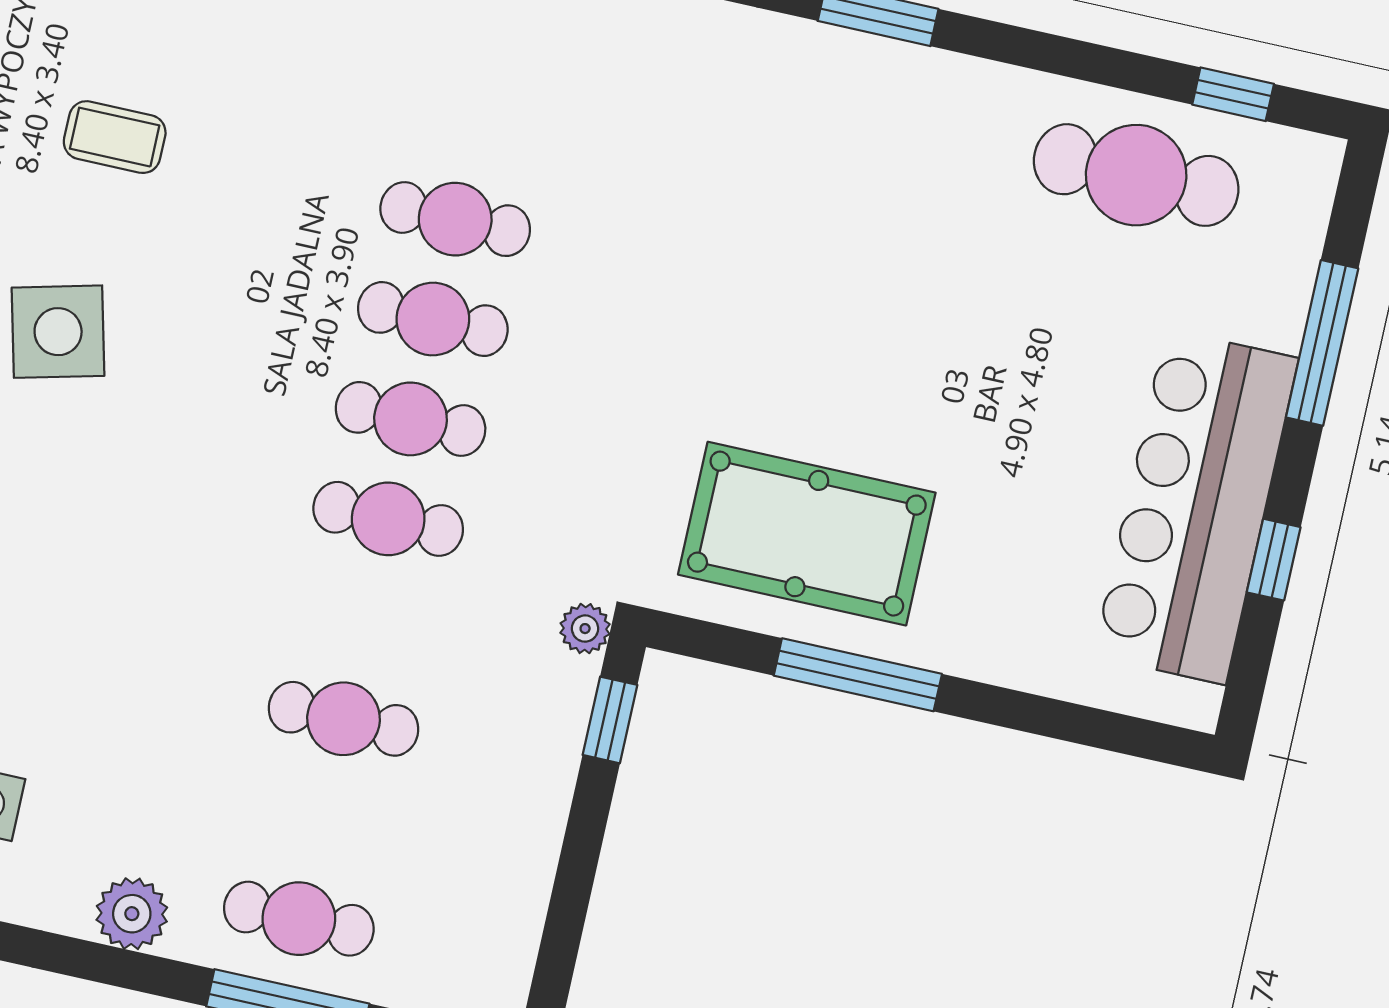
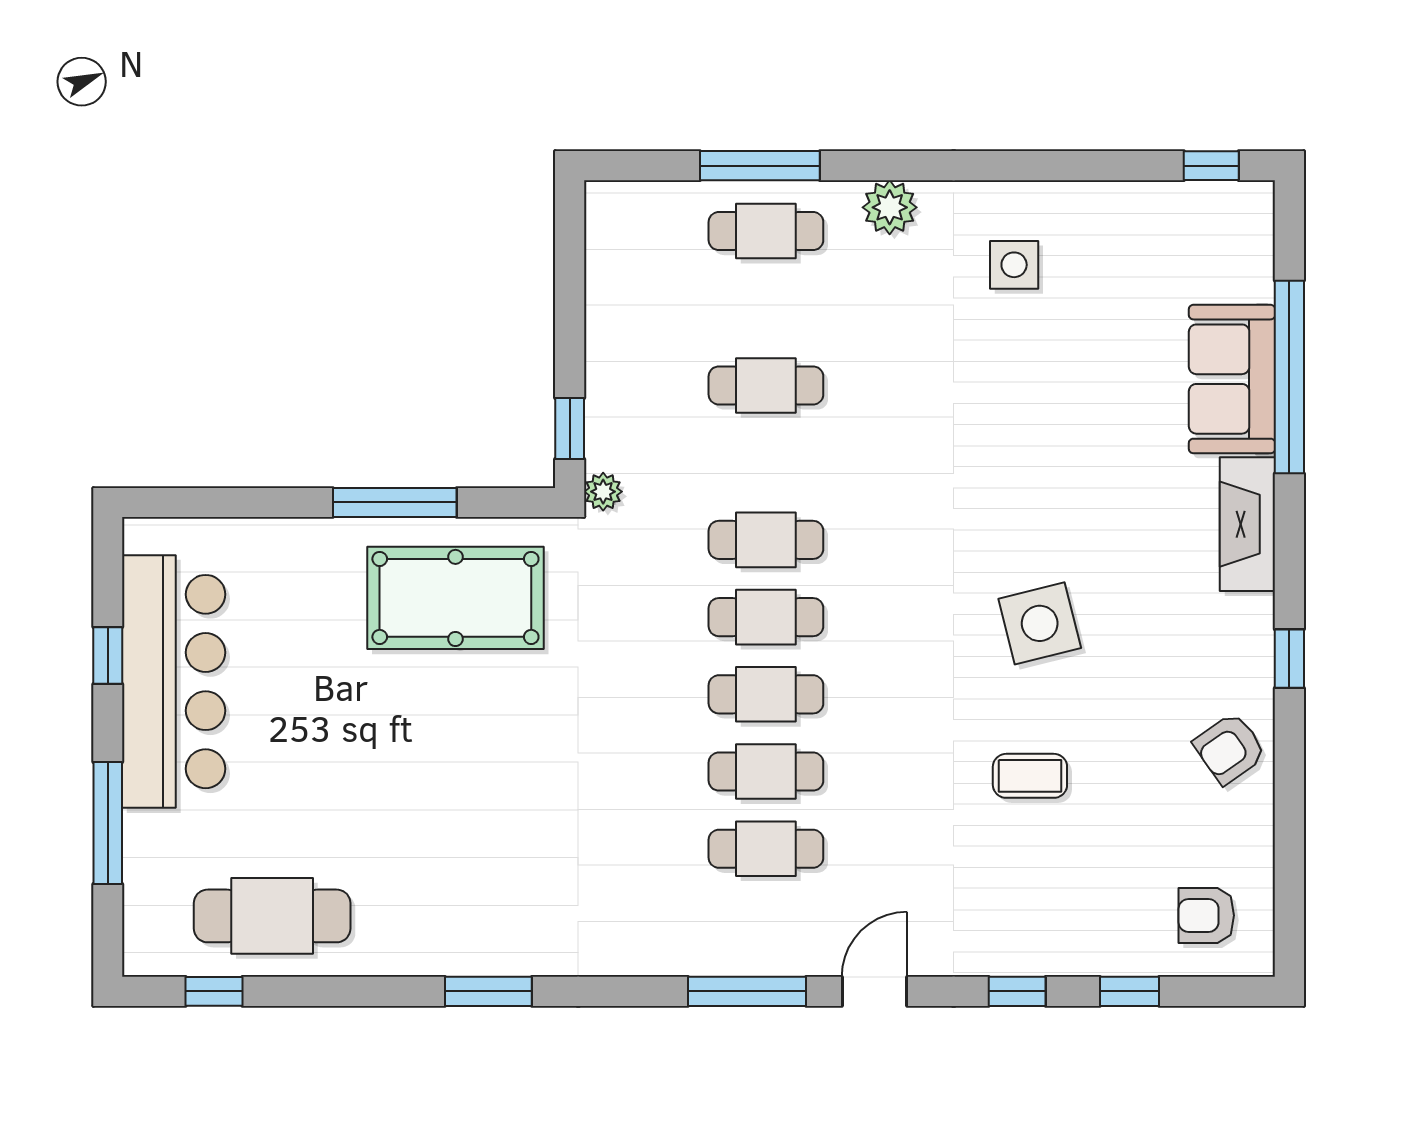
cafe table: (478, 119) -> (766, 849), added

